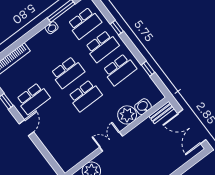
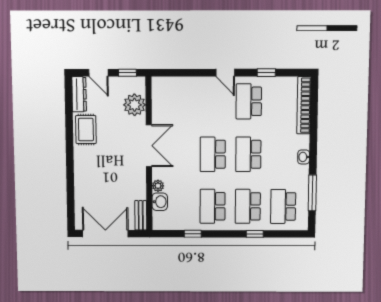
washbasin: (52, 28) -> (304, 157), moved
plant: (127, 115) -> (158, 186), width x0.53, depth x0.53
double door: (111, 142) -> (149, 146), width x1.37

